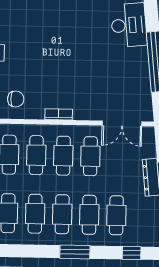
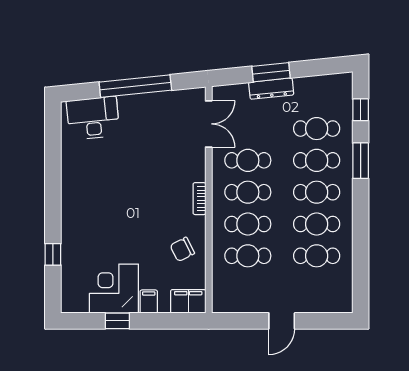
chair: (16, 99) -> (182, 249), turned -117
window: (75, 252) -> (361, 161), moved

